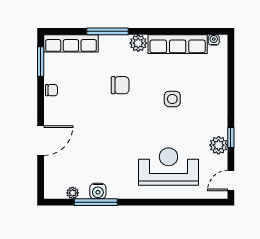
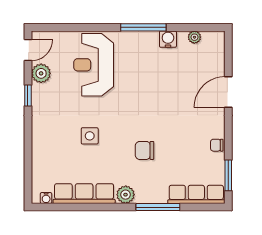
plant: (219, 145) -> (41, 73), moved
reception desk: (168, 167) -> (94, 65), turned 90
window: (96, 202) -> (143, 27), moved

